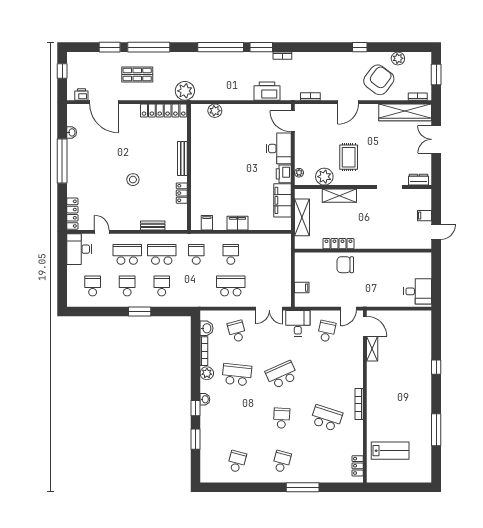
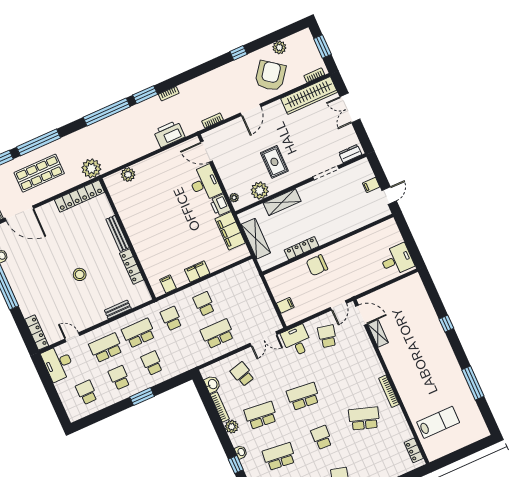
shop shelf: (137, 74) -> (39, 173), width x1.43, depth x1.36
locker: (182, 193) -> (132, 267), width x1.53
school desk: (282, 375) -> (303, 396), turned 30
school desk: (237, 418) -> (279, 456), added

